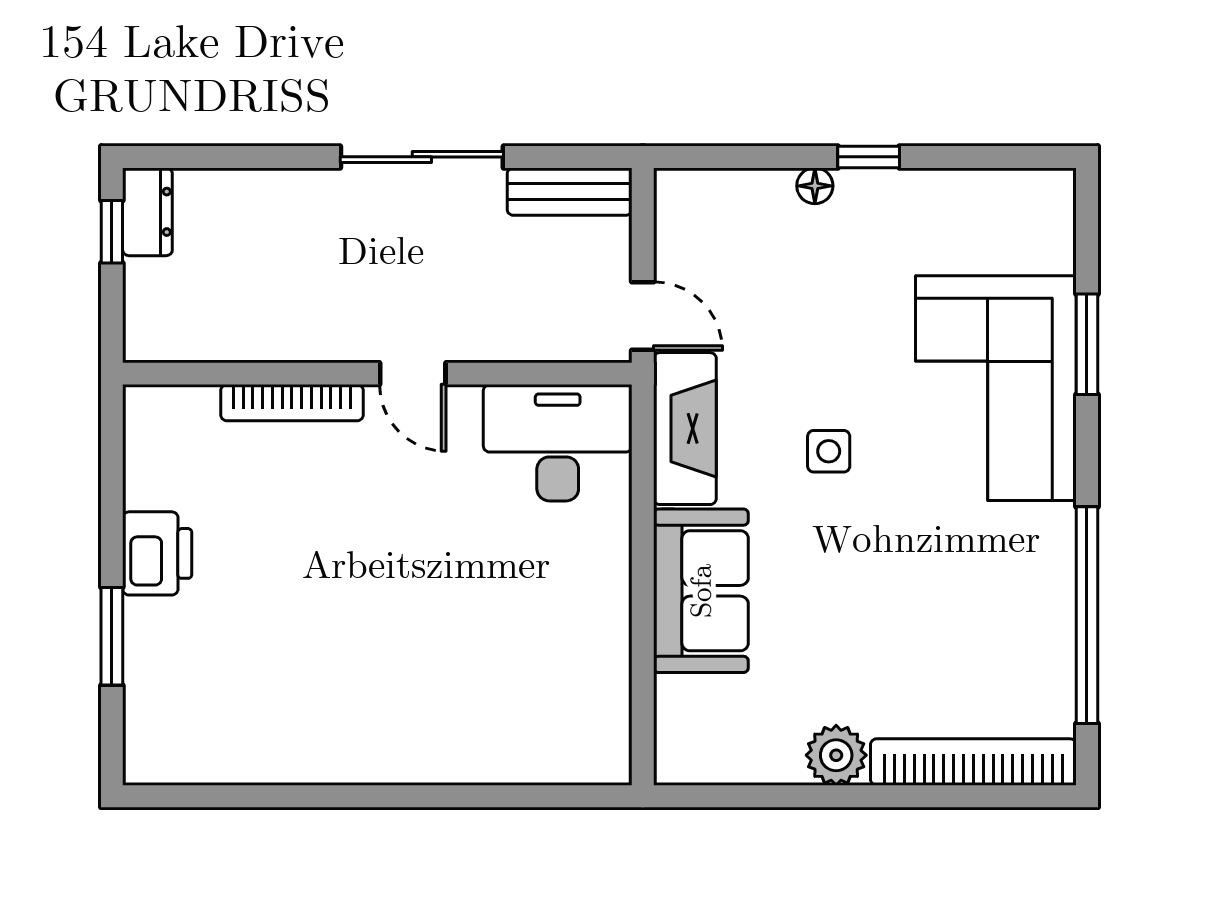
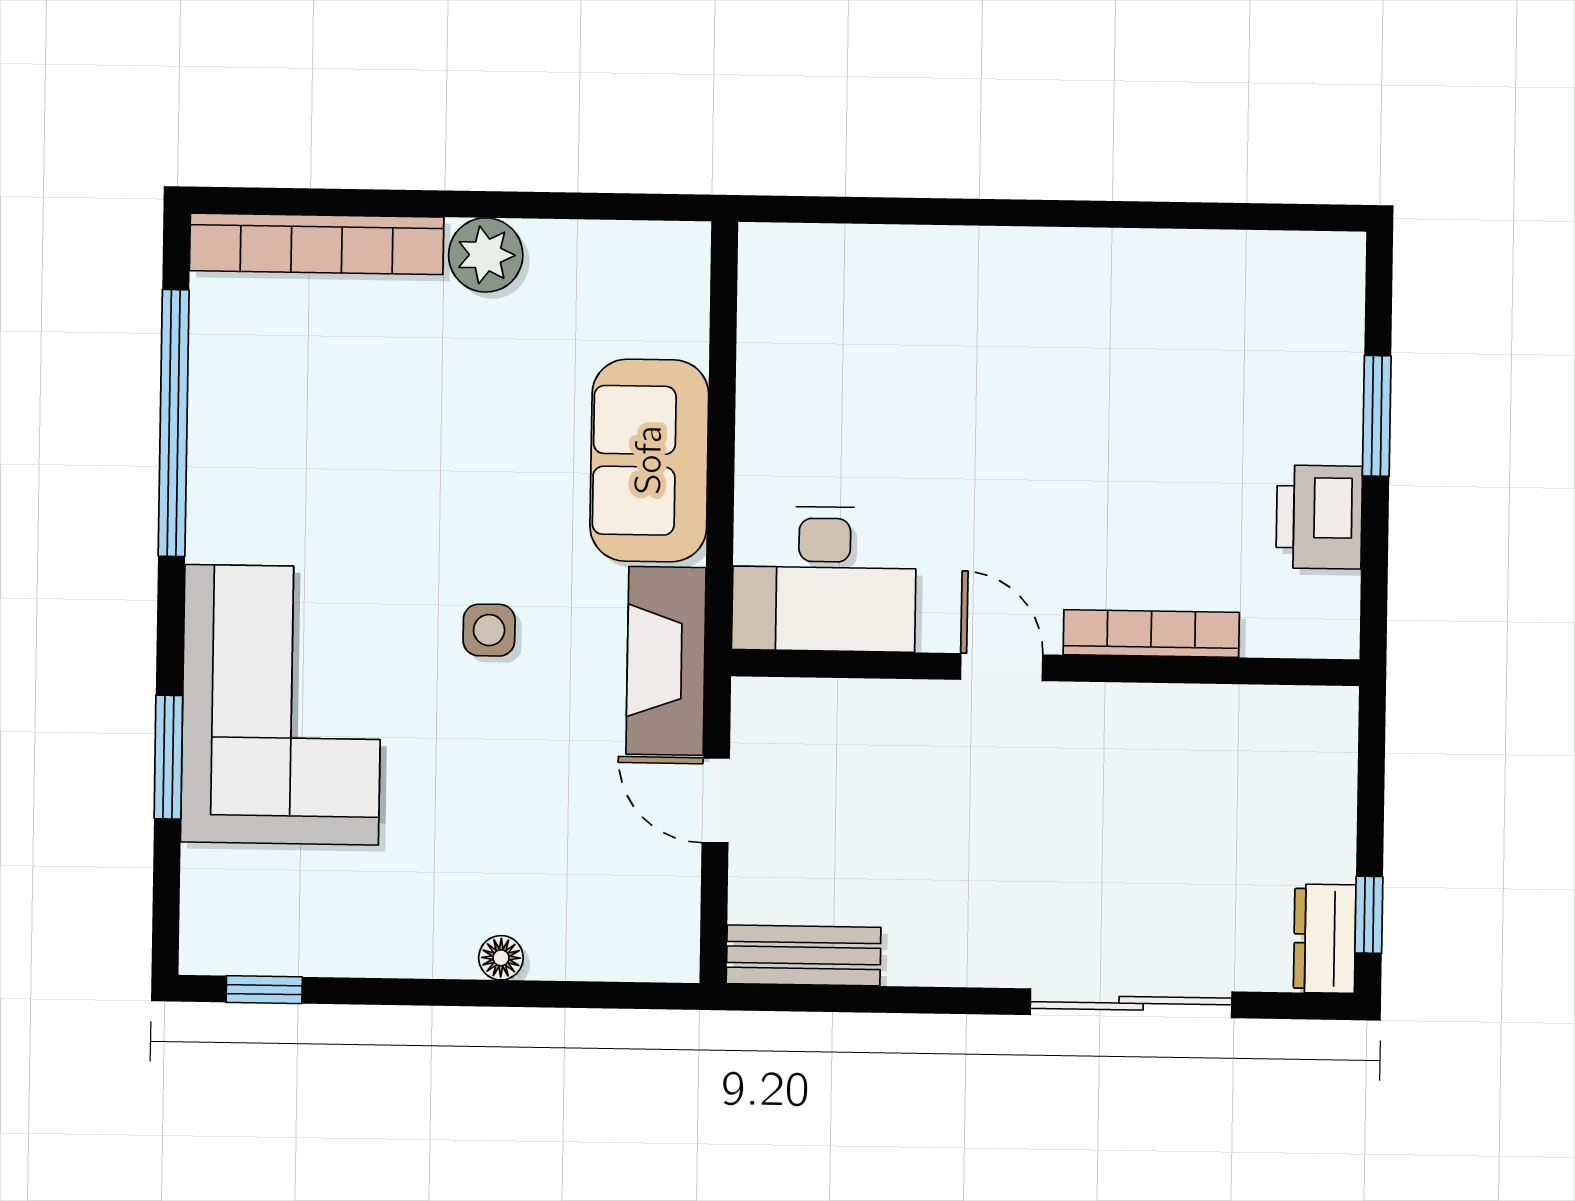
sliding door: (422, 157) -> (1131, 1003), moved
window: (869, 157) -> (264, 990), moved
wall: (377, 374) -> (1045, 668), moved
door: (413, 374) -> (1002, 667), moved
bookcase: (292, 403) -> (1151, 634), moved
desk: (558, 443) -> (824, 579), moved

